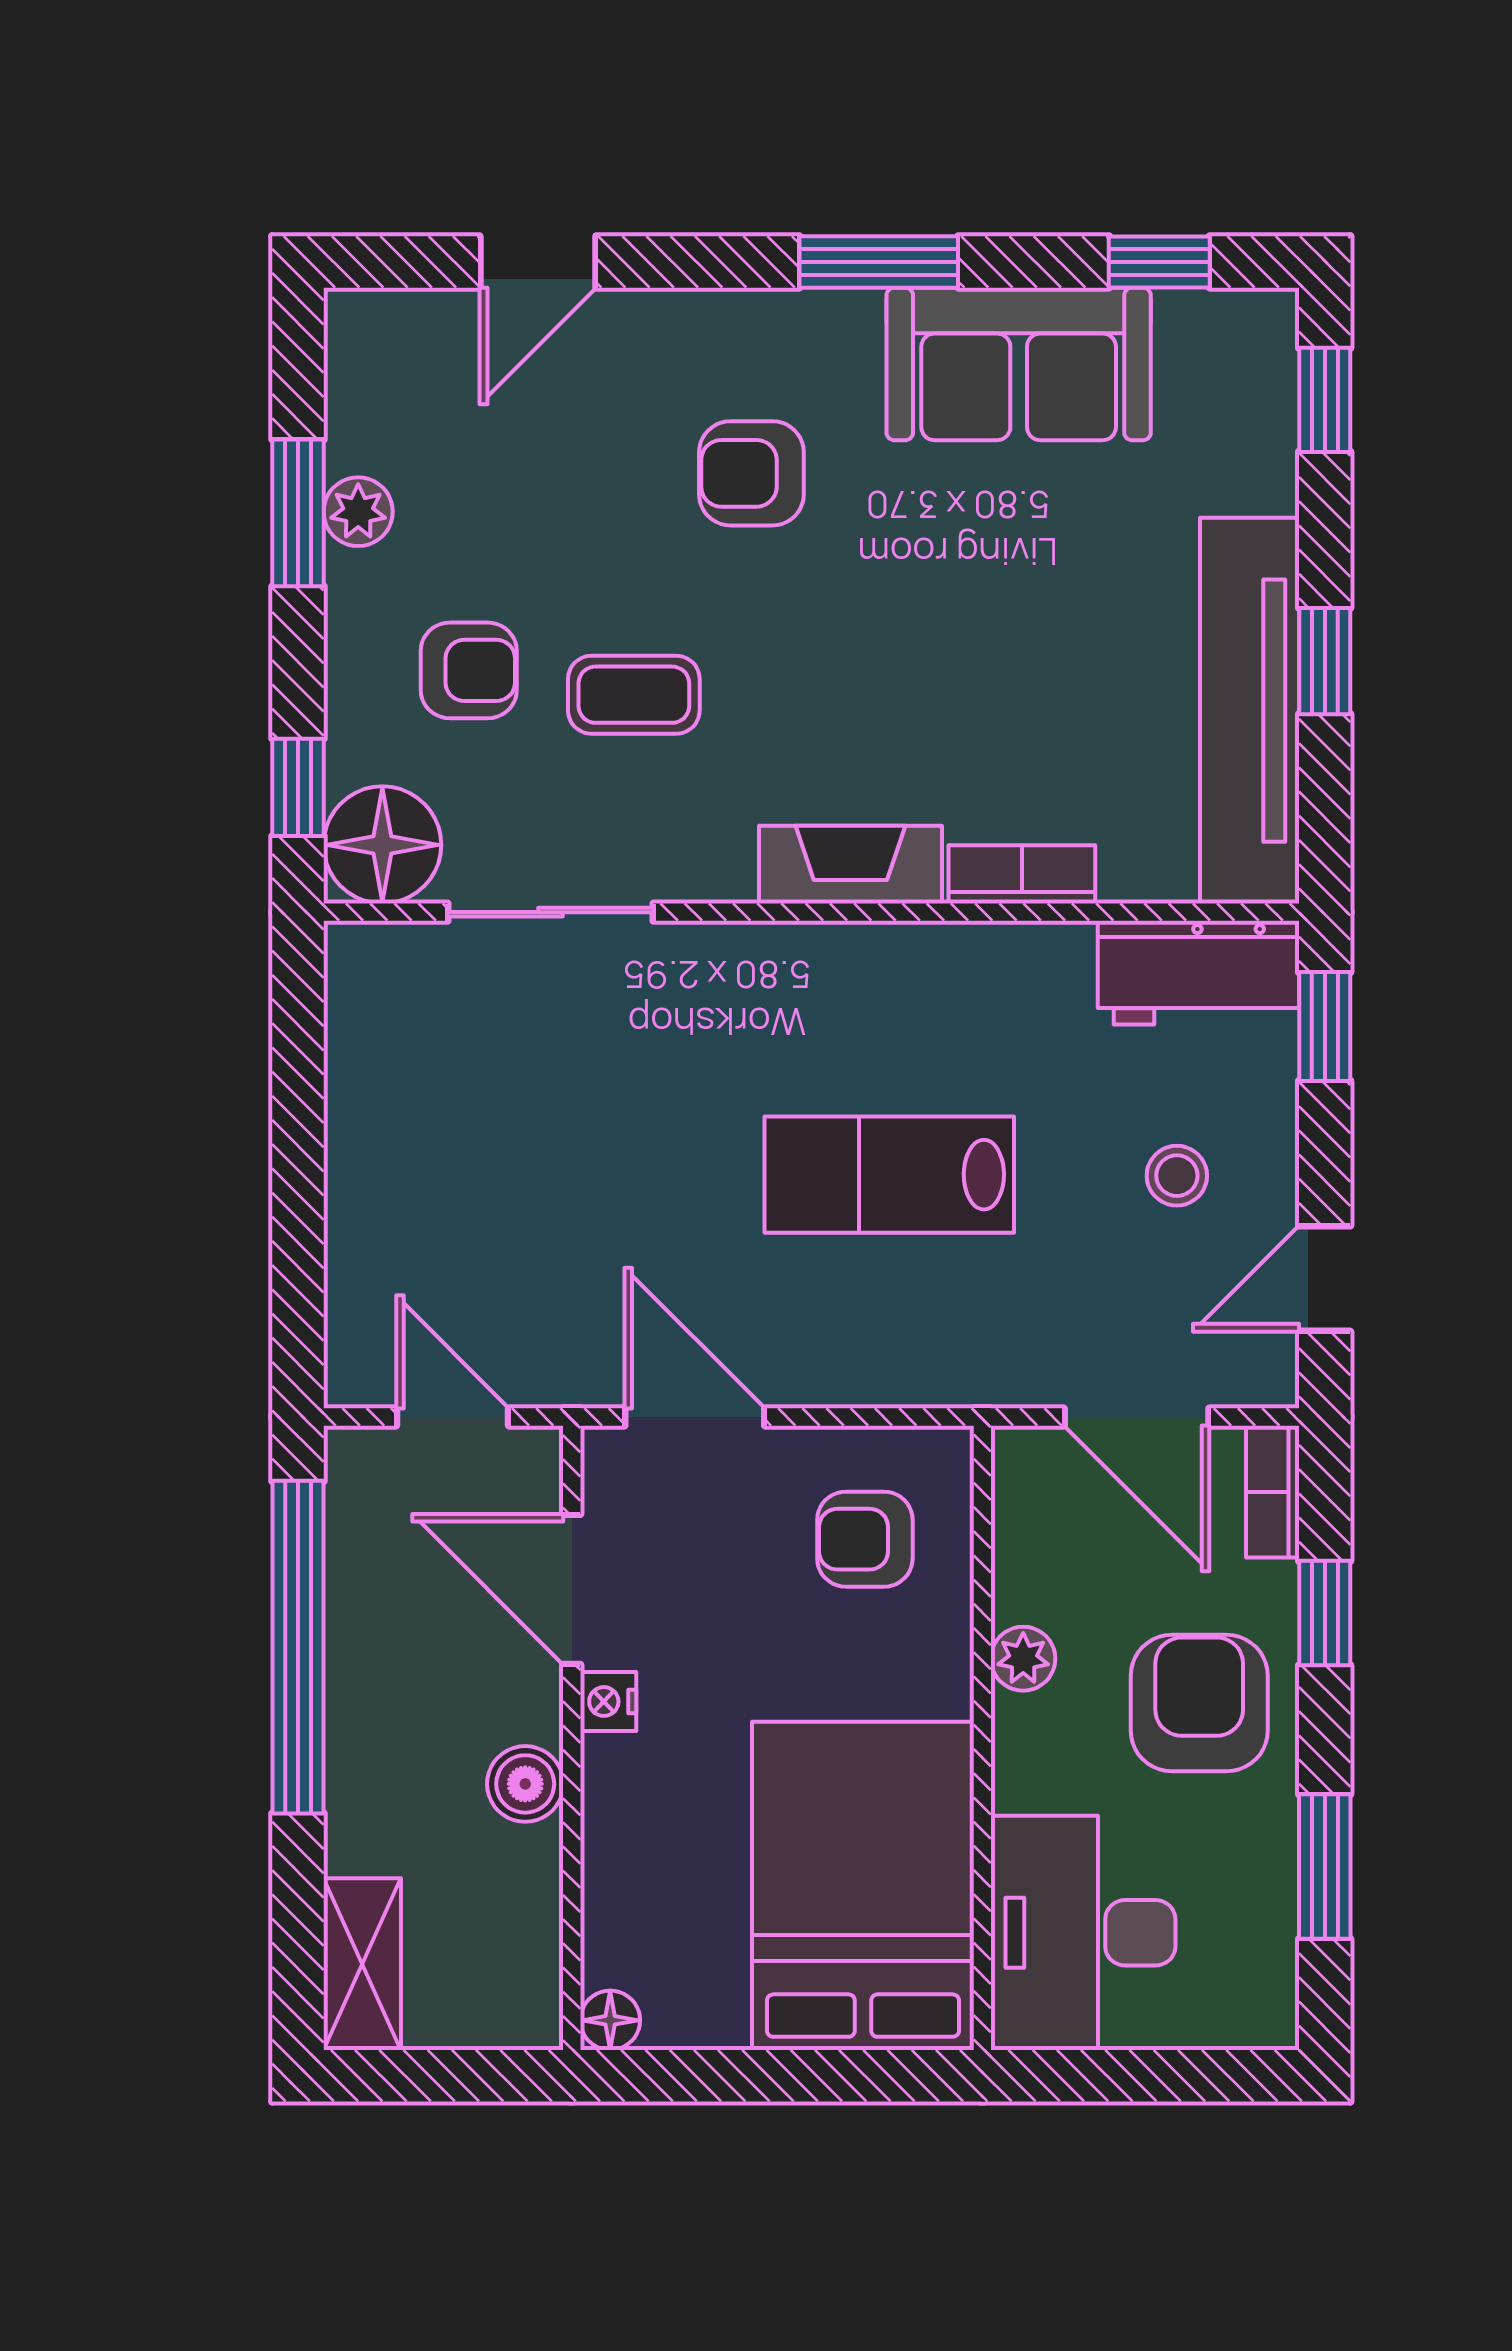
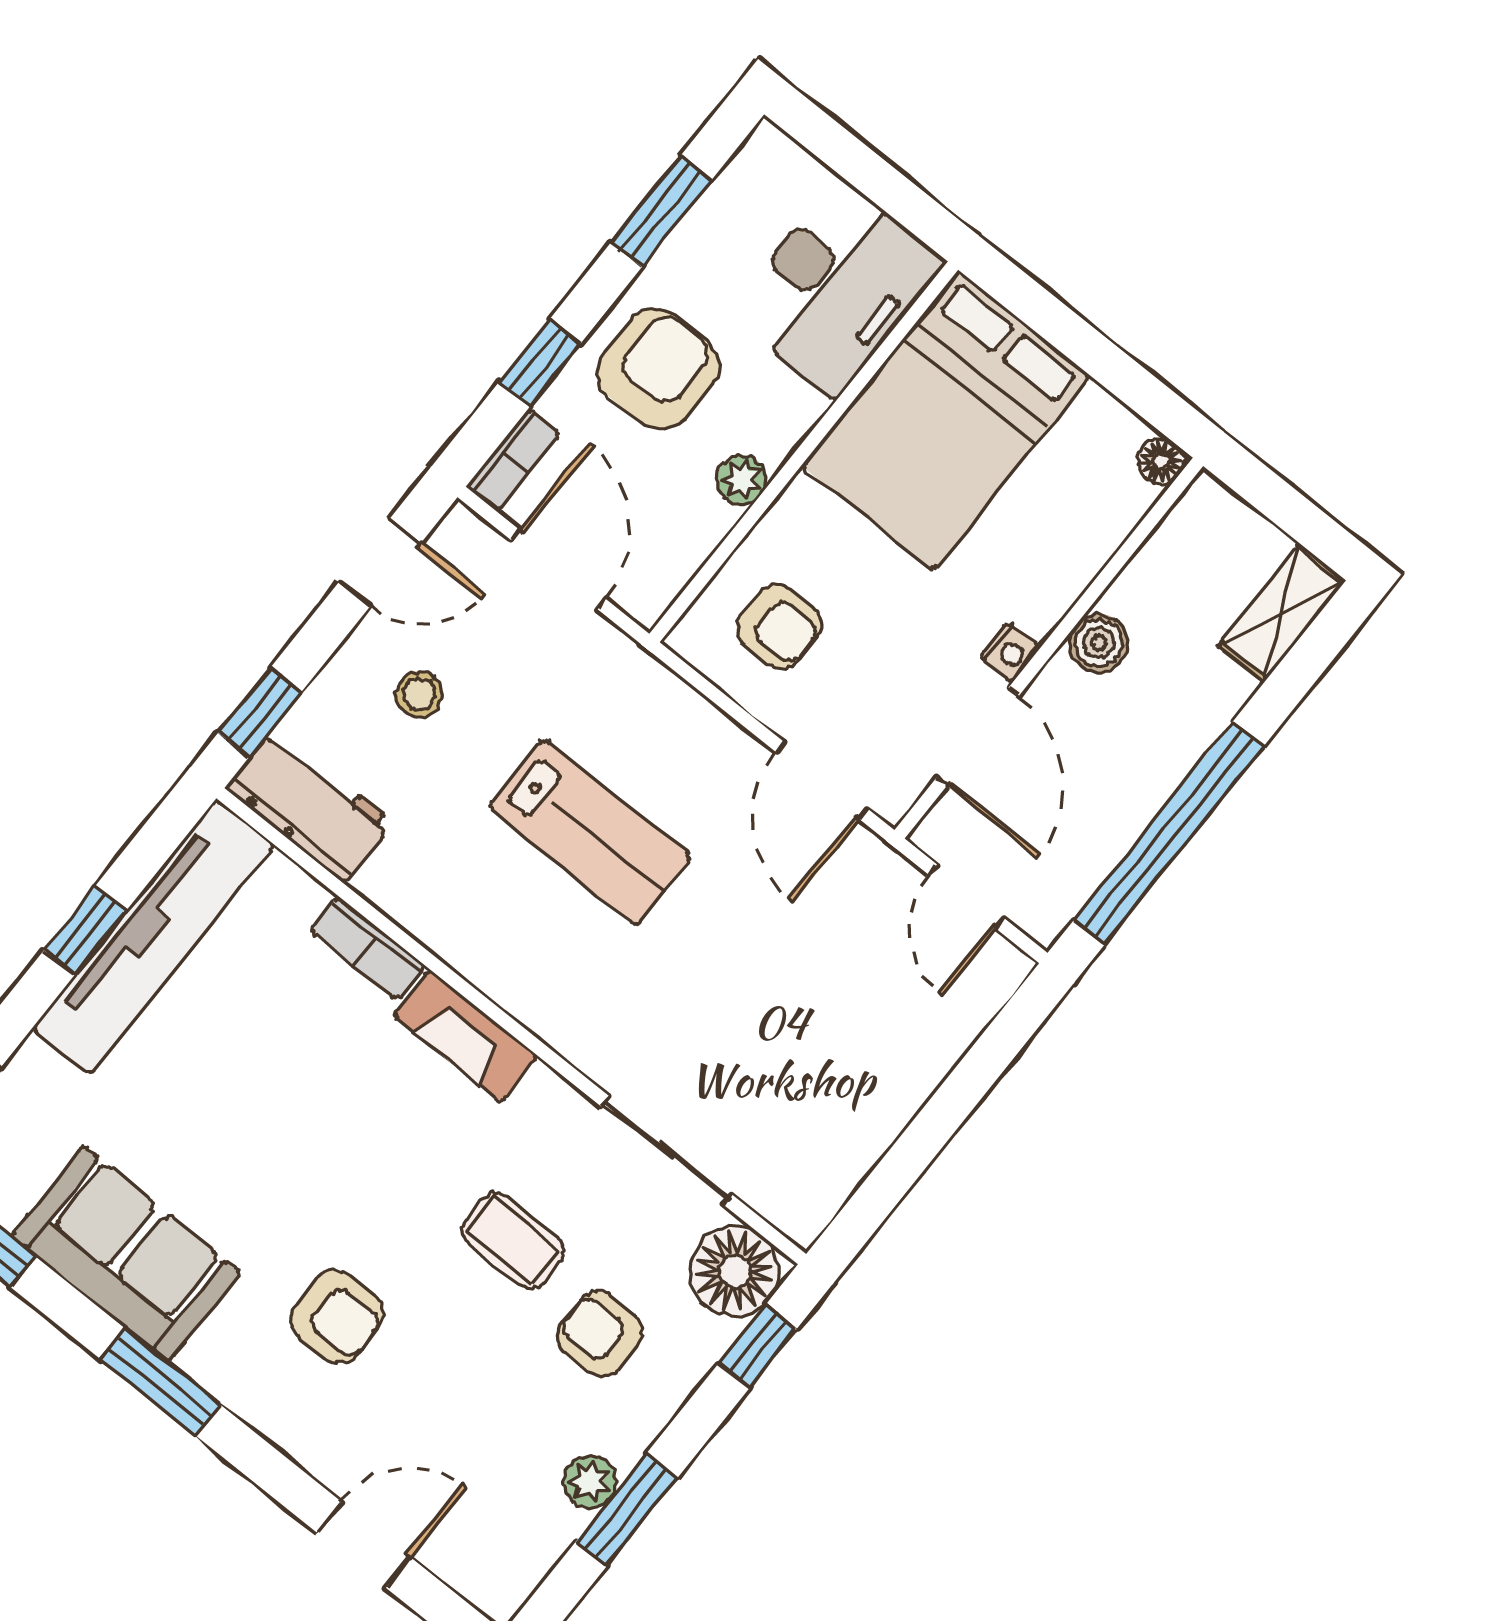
armchair: (1199, 1703) -> (658, 369), turned 180

